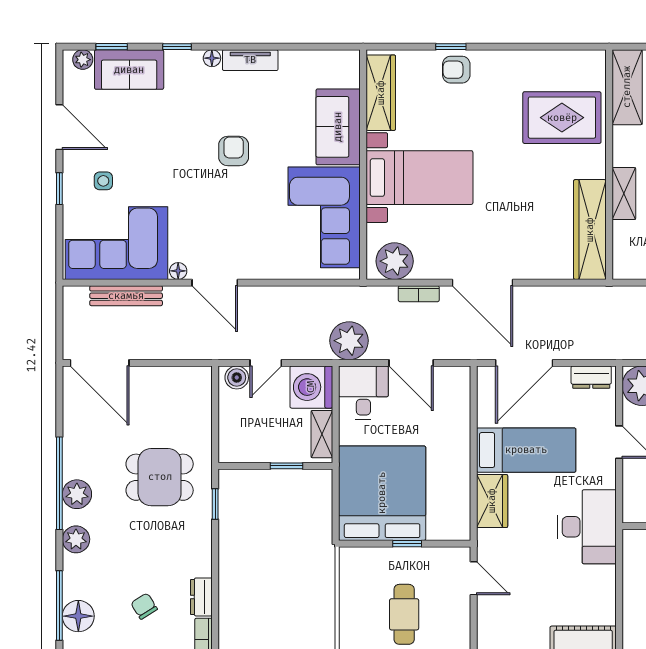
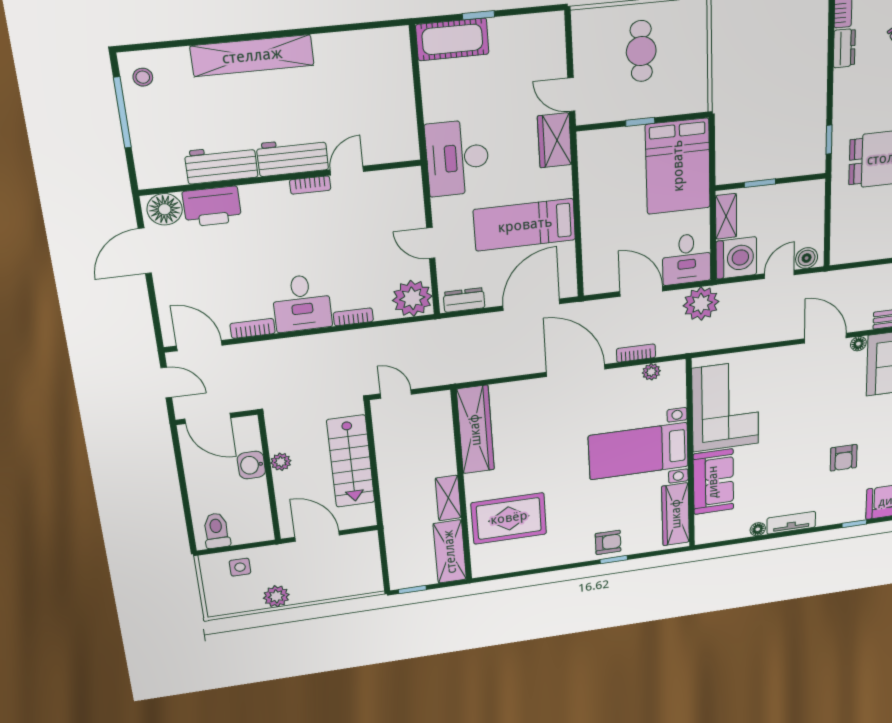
floor lamp: (212, 58) -> (758, 529), moved
armchair: (234, 151) -> (844, 458), moved
shelving: (624, 194) -> (448, 498), moved
plant: (395, 261) -> (651, 372), width x0.53, depth x0.53
bed: (382, 493) -> (678, 166), width x0.73
wardrobe: (492, 501) -> (555, 140), moved

